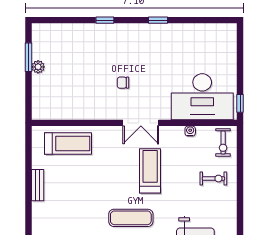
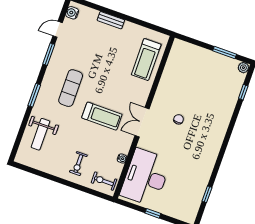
window: (105, 20) -> (243, 92), moved
window: (158, 20) -> (207, 194), moved
plant: (38, 67) -> (243, 68), moved
window: (240, 103) -> (153, 213), moved
bench: (38, 185) -> (111, 20), moved

